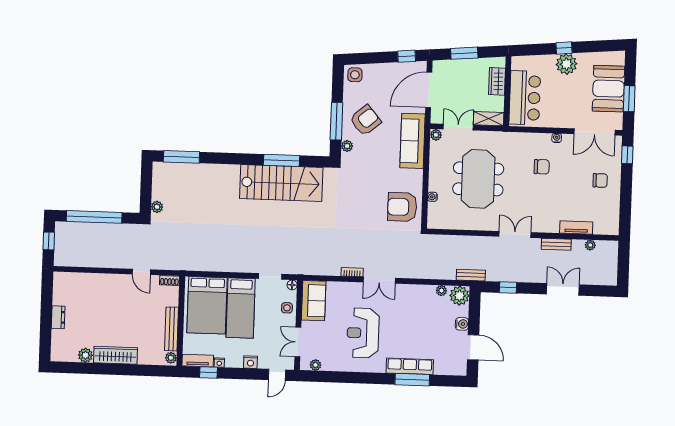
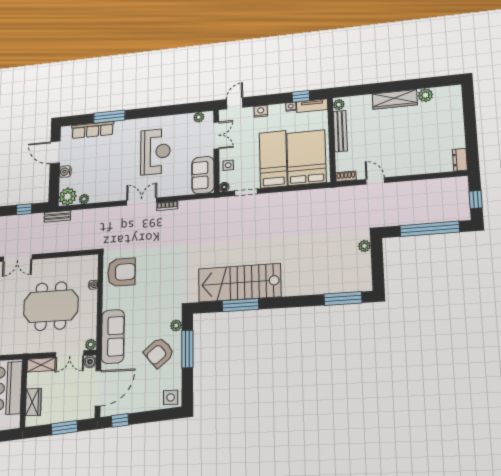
boiler: (437, 117) -> (90, 362), added
meeting table: (478, 179) -> (51, 306), turned 90
dresser: (58, 317) -> (460, 160), moved
row of seats: (410, 366) -> (93, 130), moved

